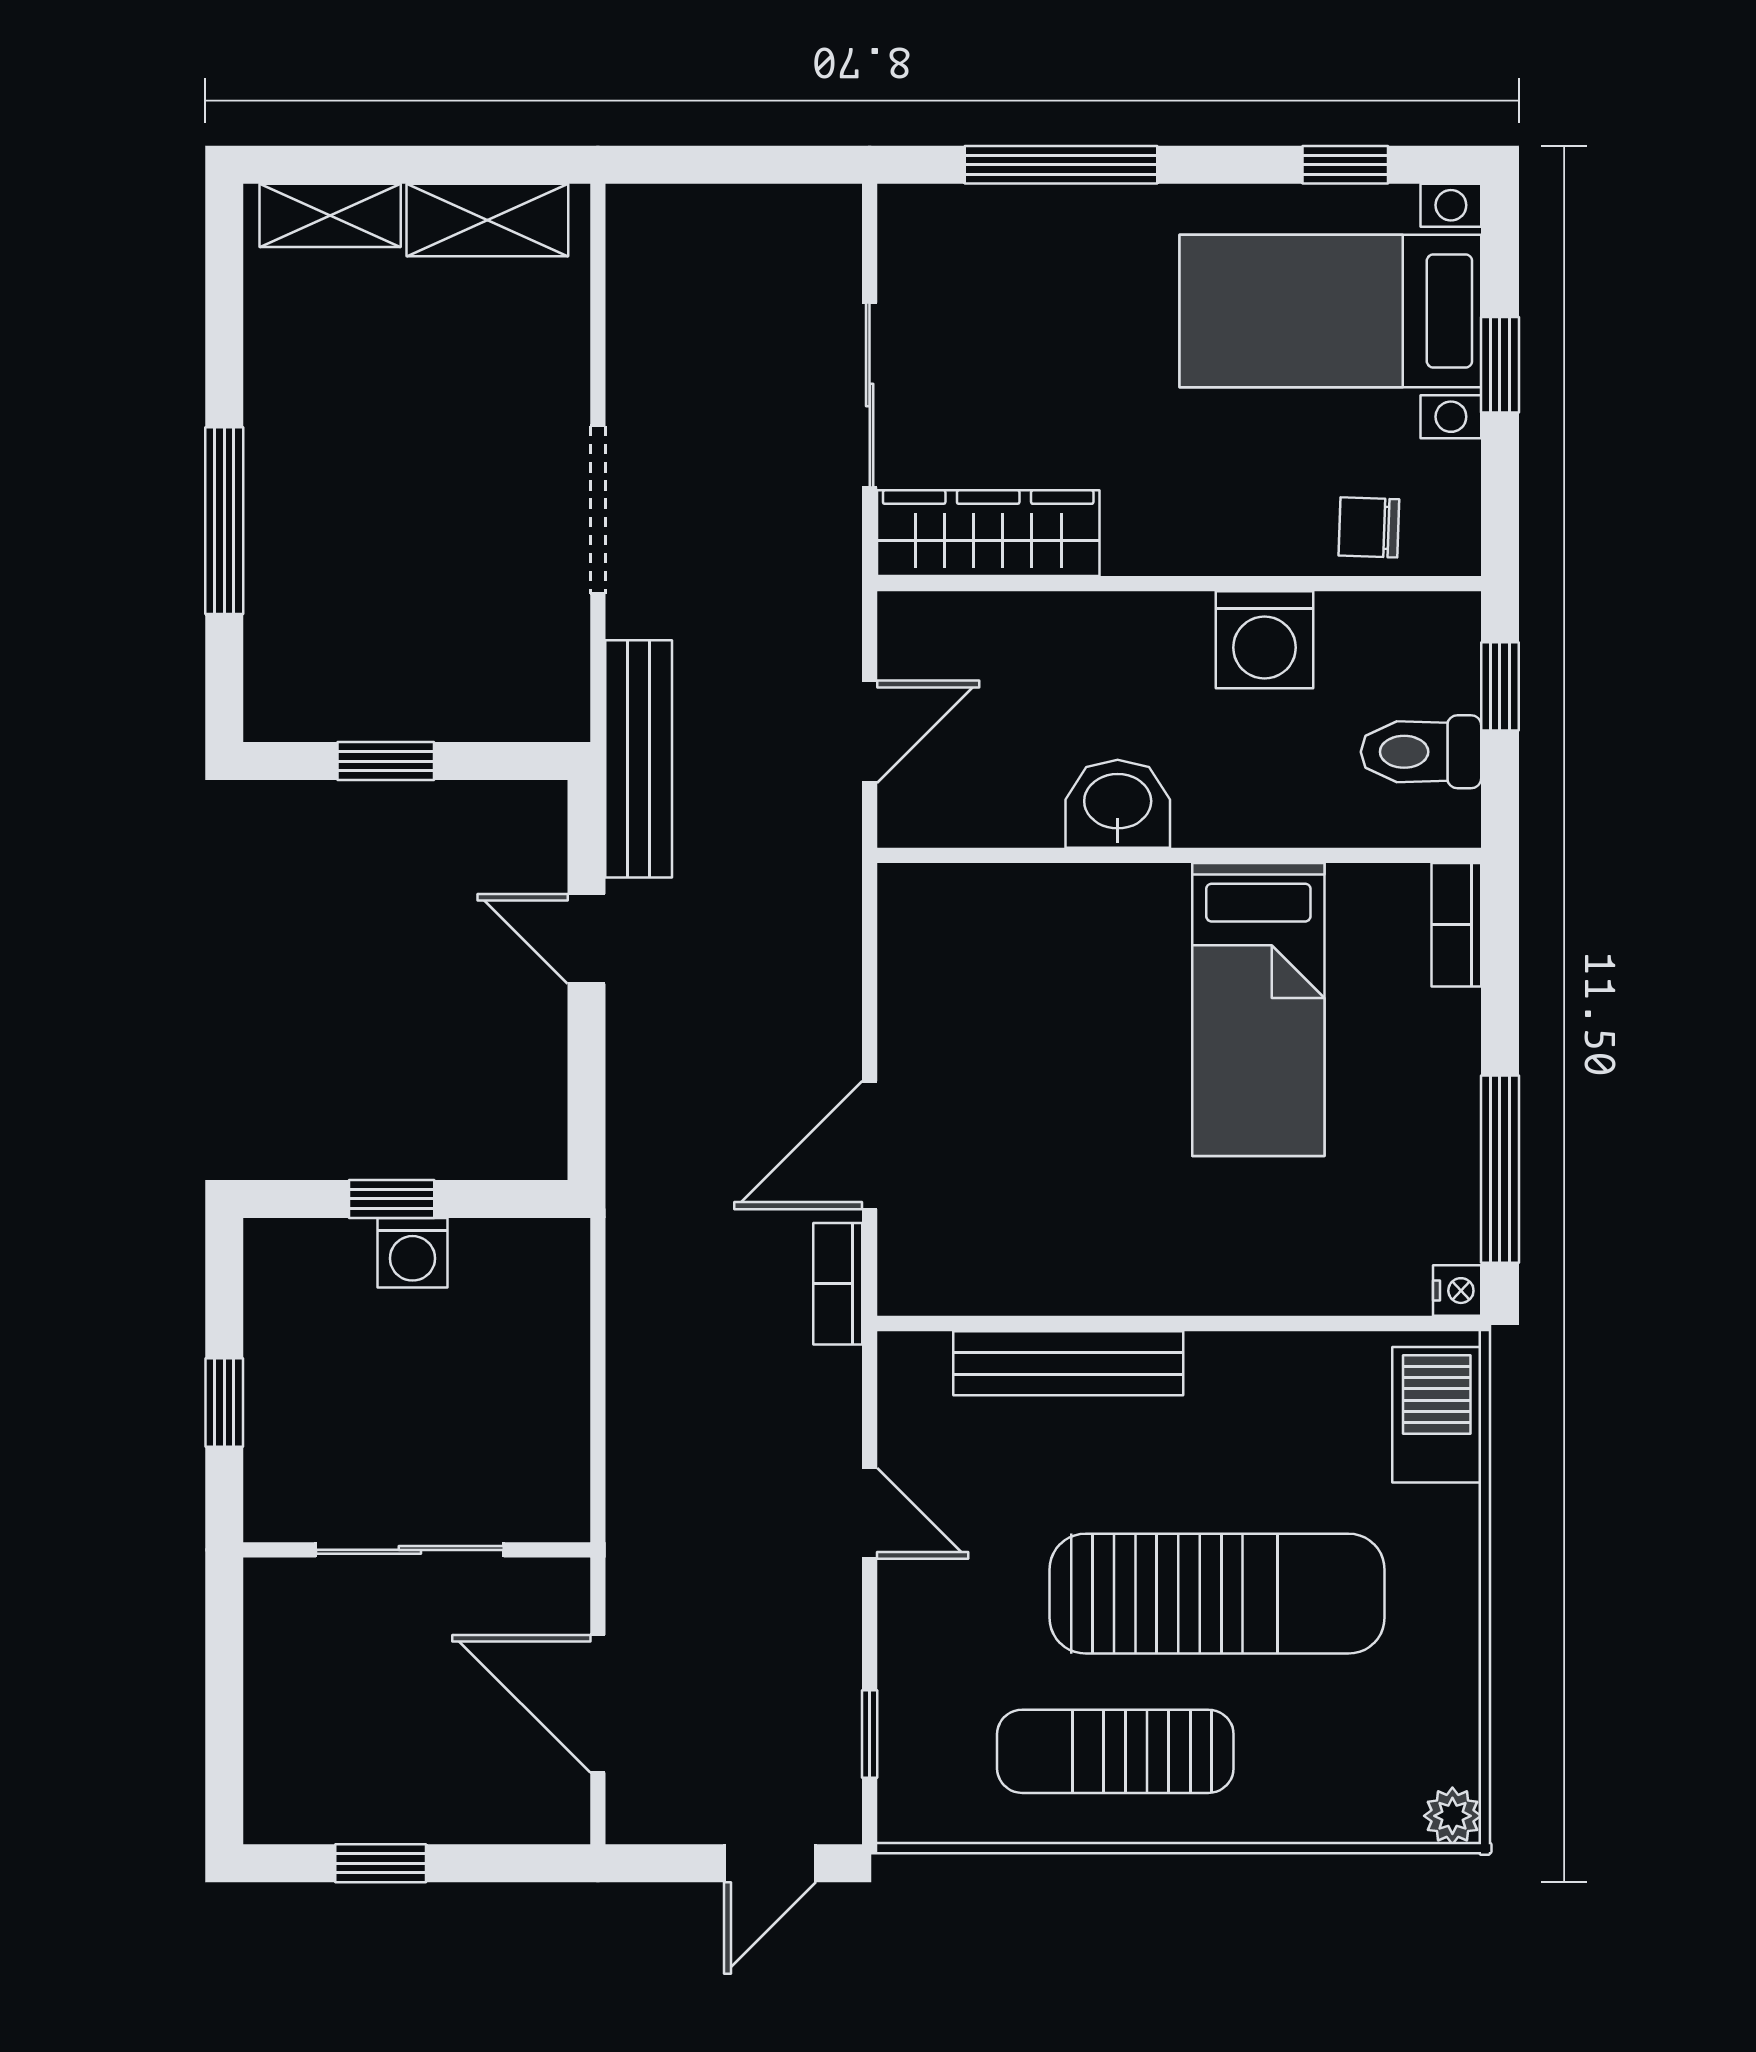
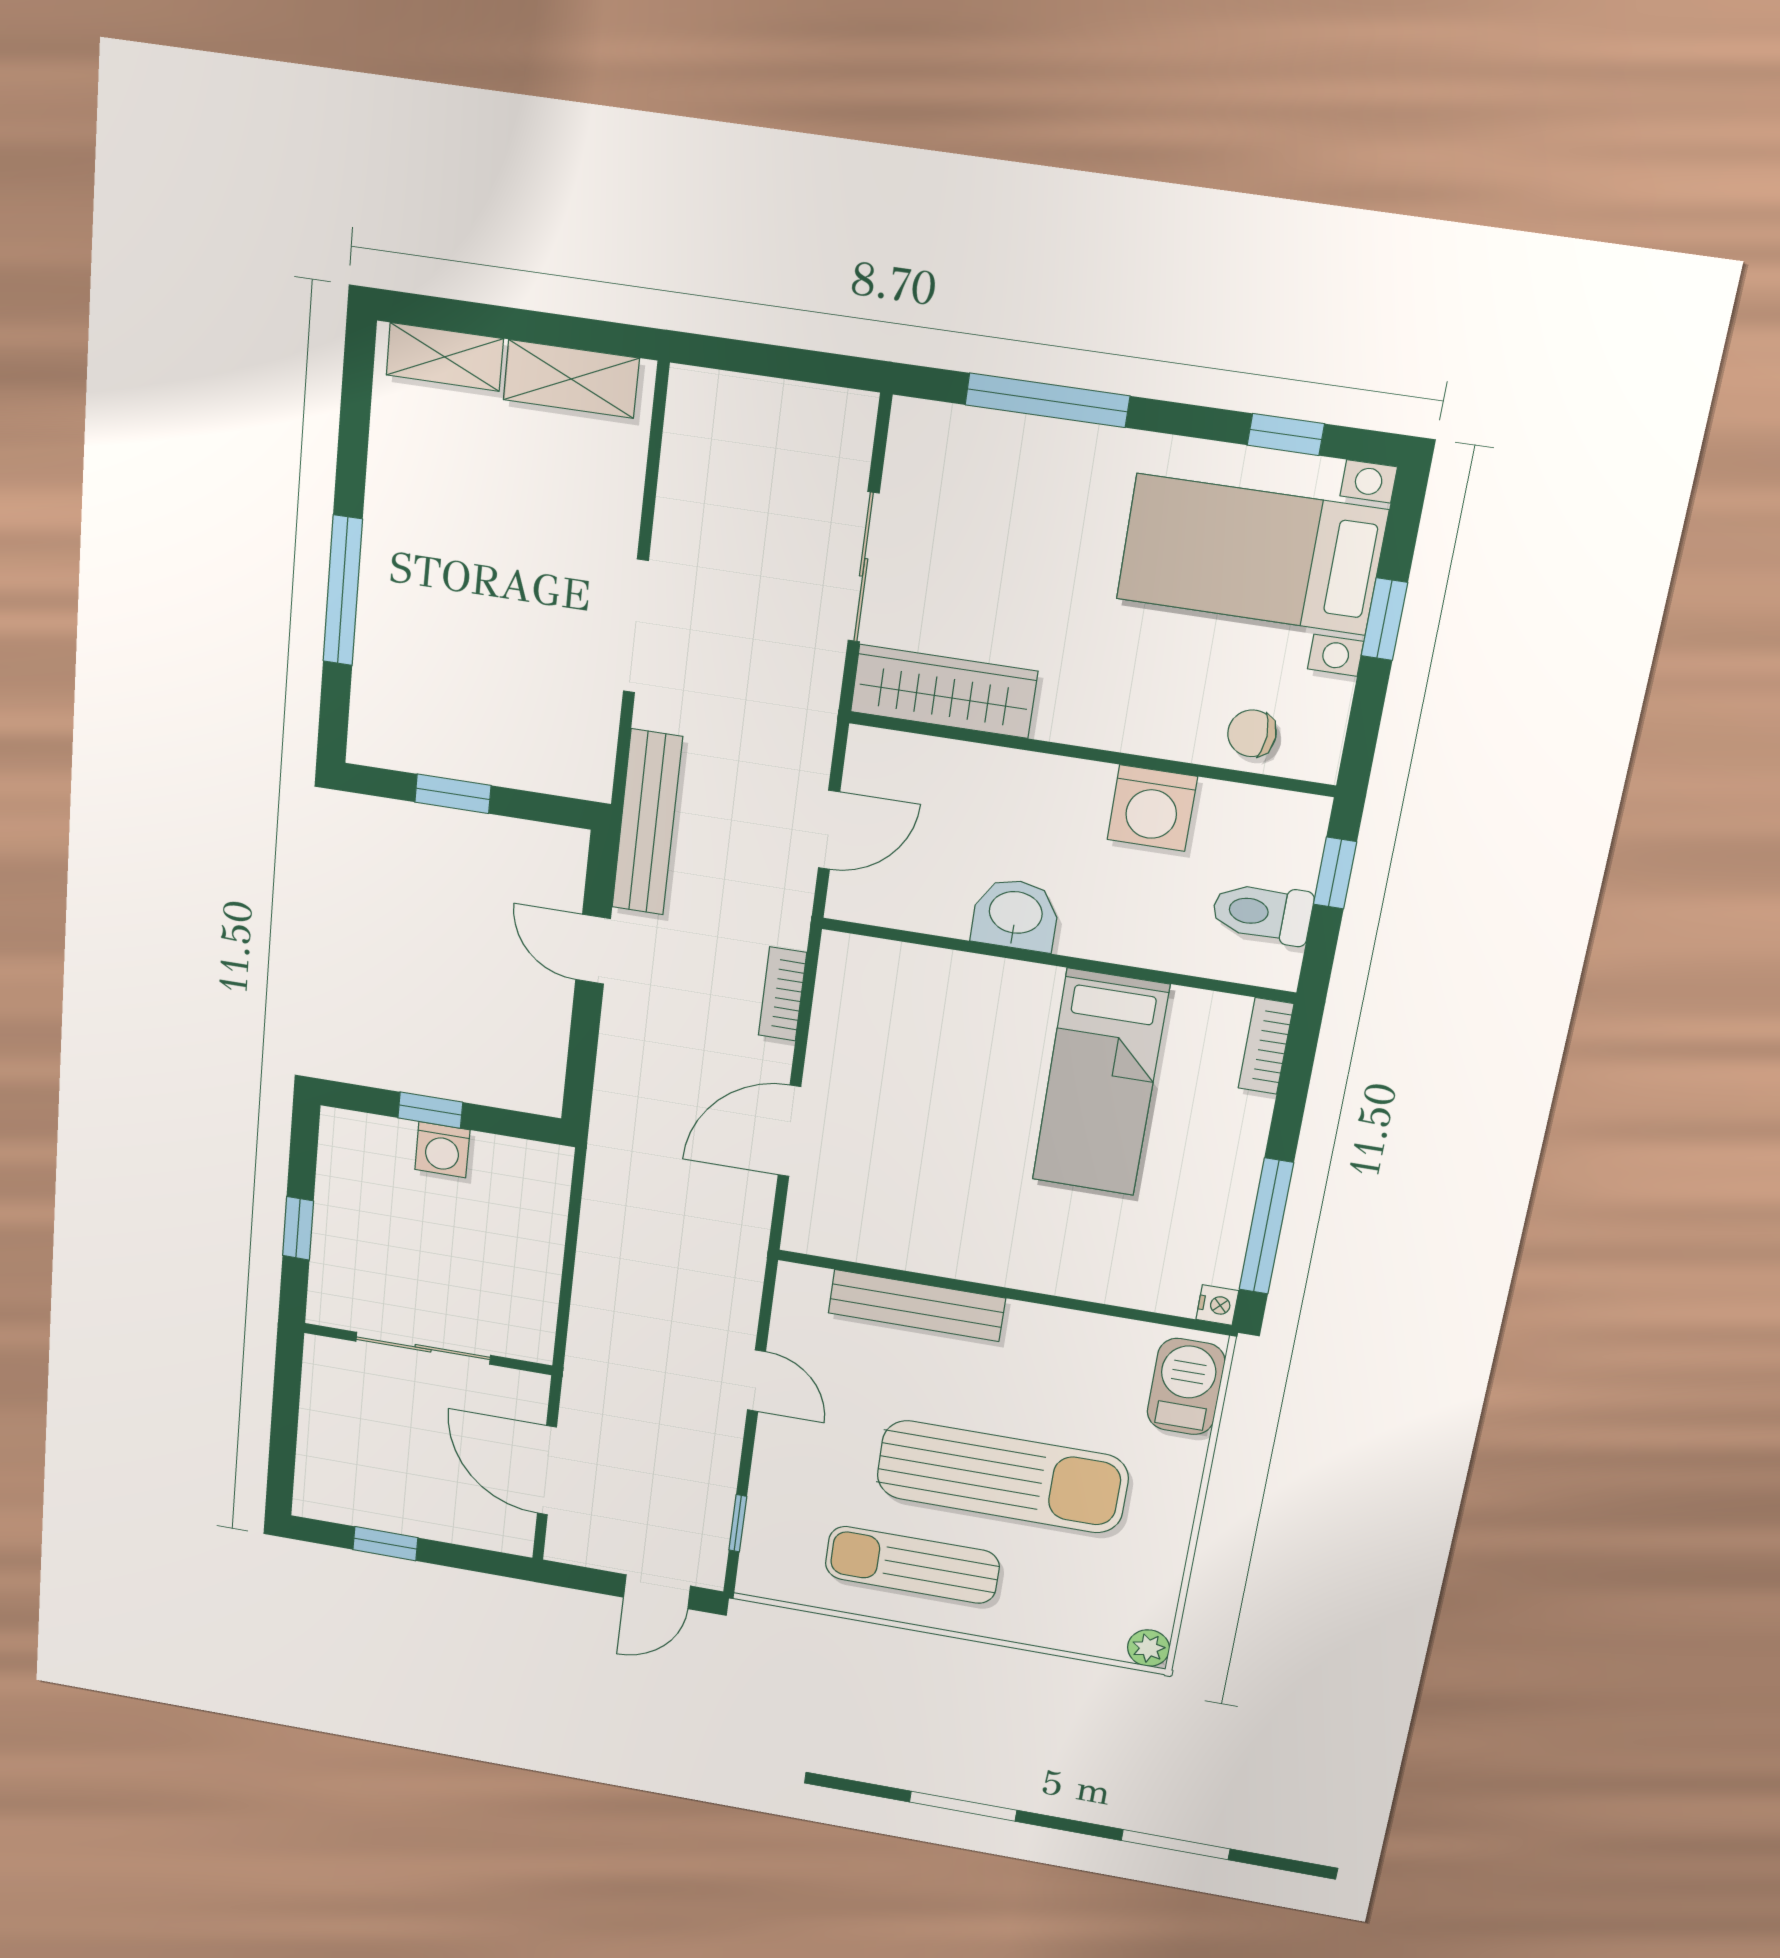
bookcase: (838, 1284) -> (783, 994), moved

